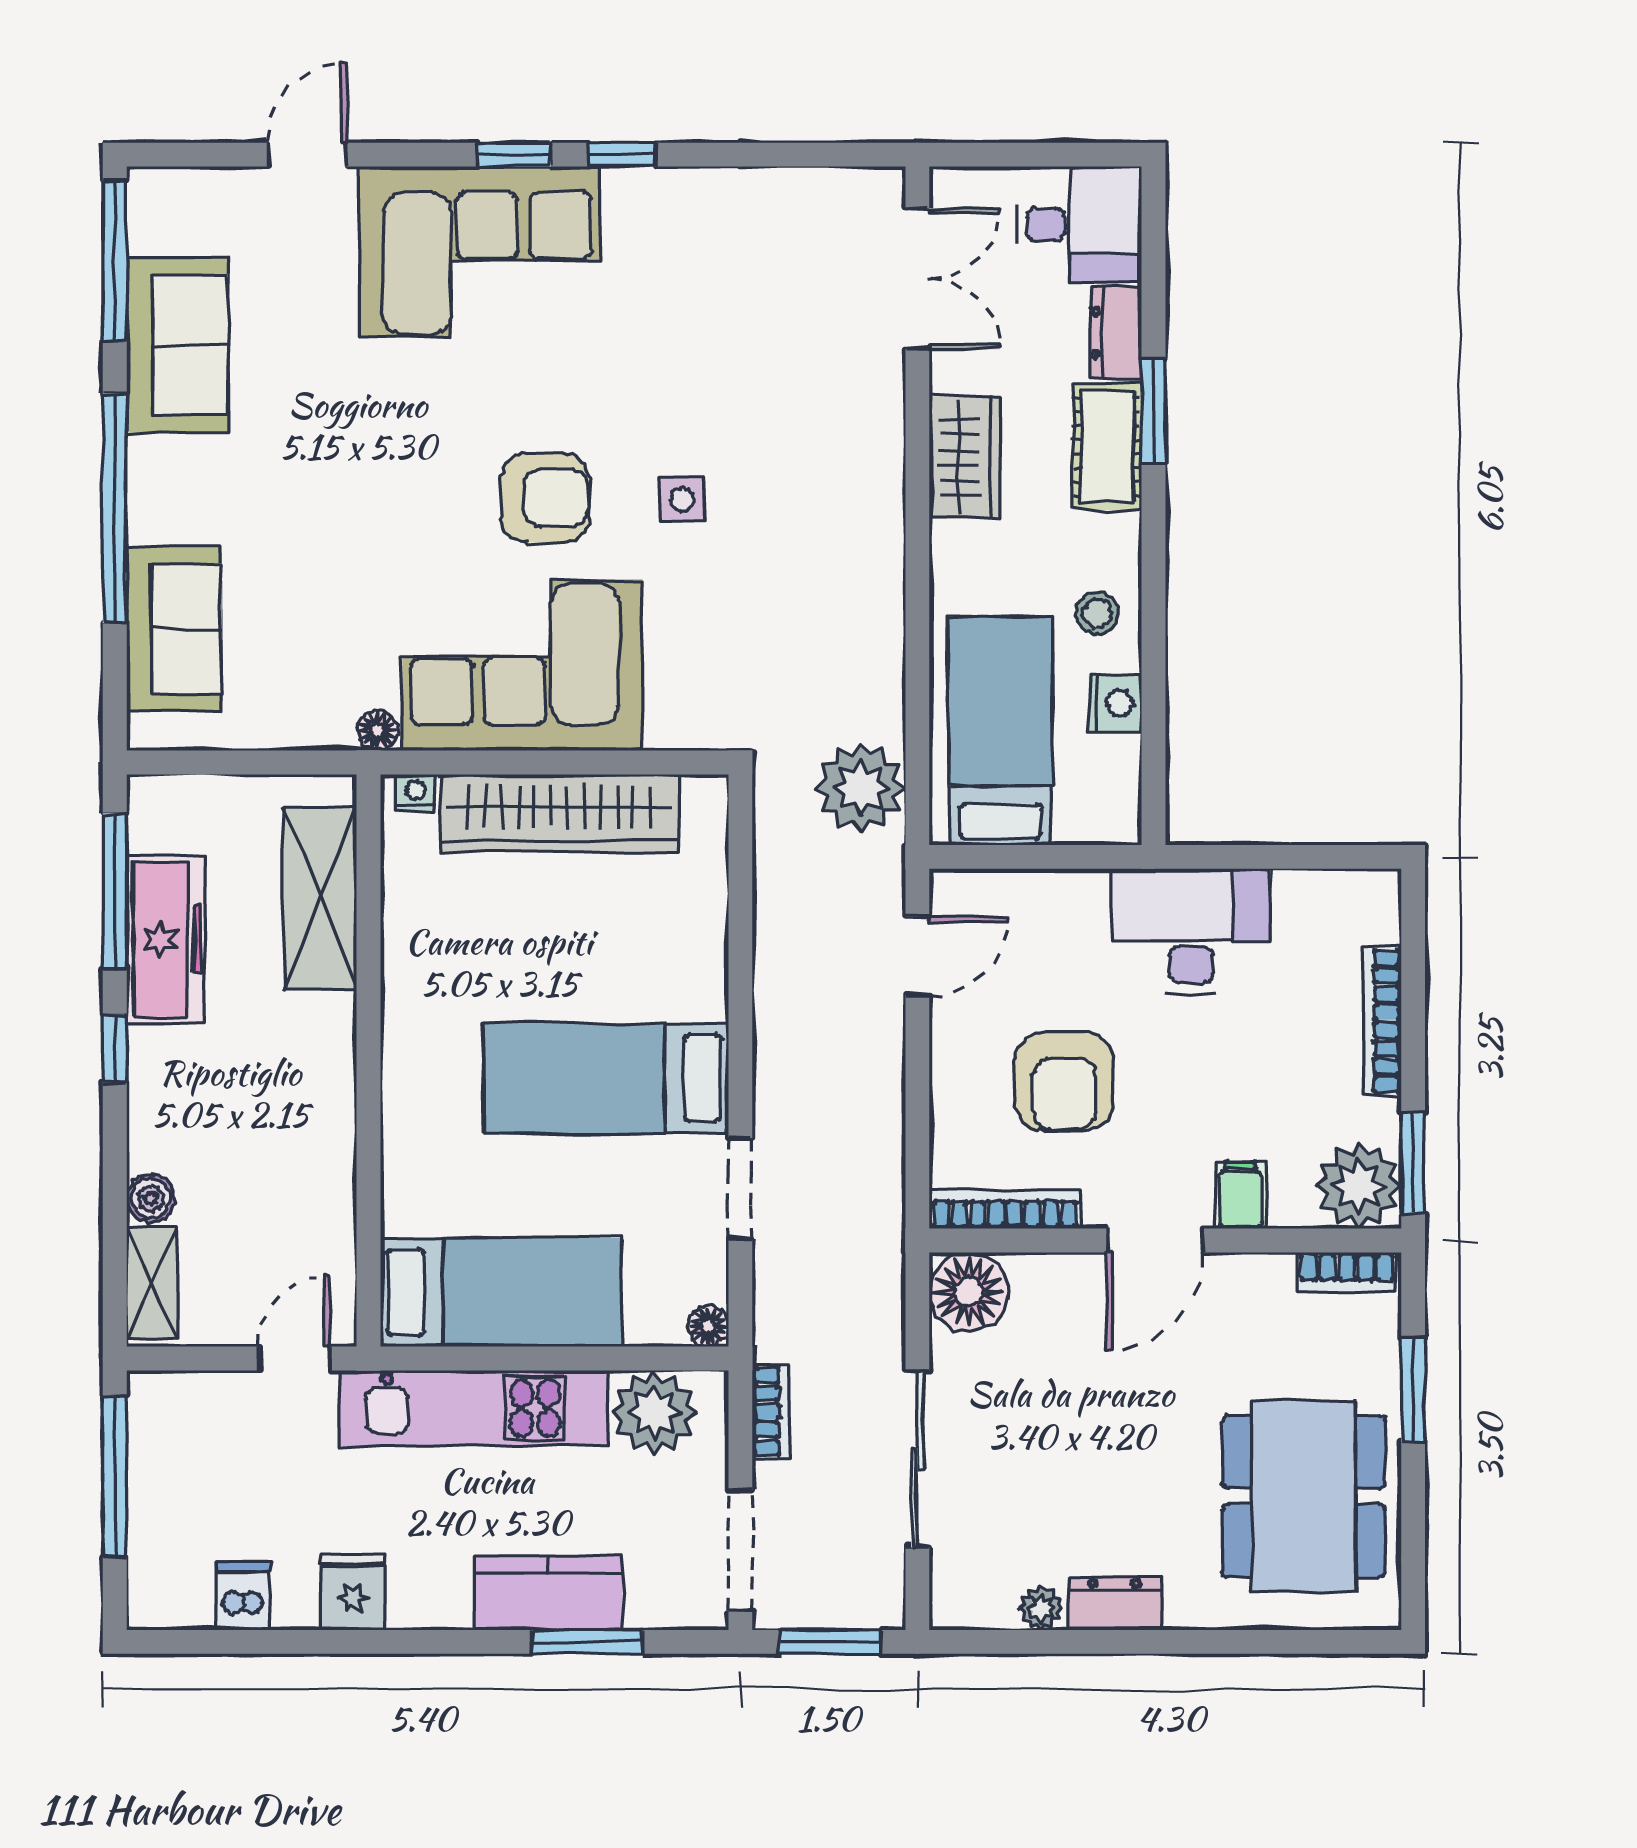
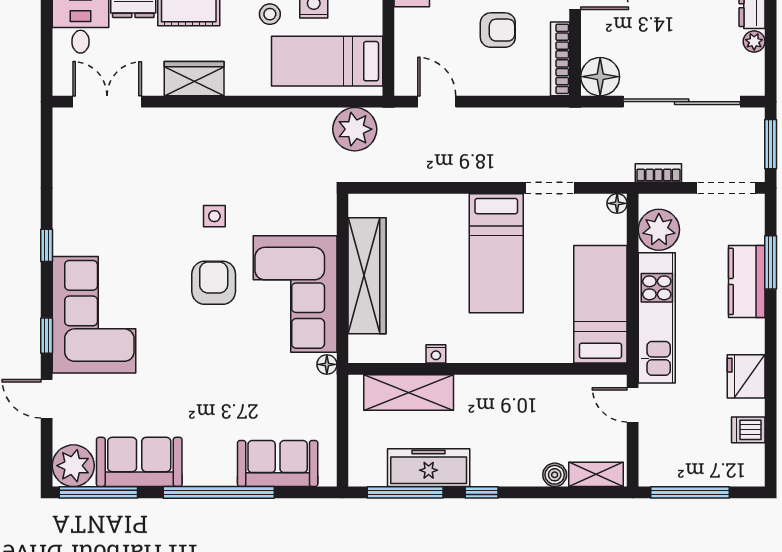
window: (514, 155) -> (47, 336), moved
plant: (170, 209) -> (73, 466), added
nightstand: (415, 793) -> (436, 354), moved, turned -90
armchair: (1064, 1082) -> (498, 30), width x0.72, depth x0.72
sliding door: (917, 1459) -> (682, 102), width x1.36
fridge: (353, 1592) -> (746, 376), width x1.38

